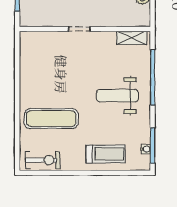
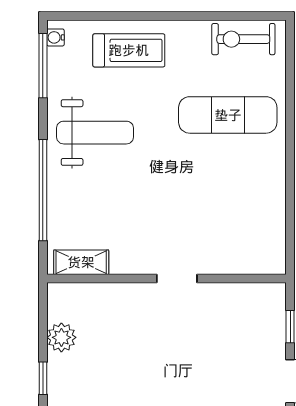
weight bench: (117, 96) -> (95, 133), moved
water cooler: (146, 149) -> (55, 37), moved
treadmill: (106, 154) -> (129, 50), turned 180

